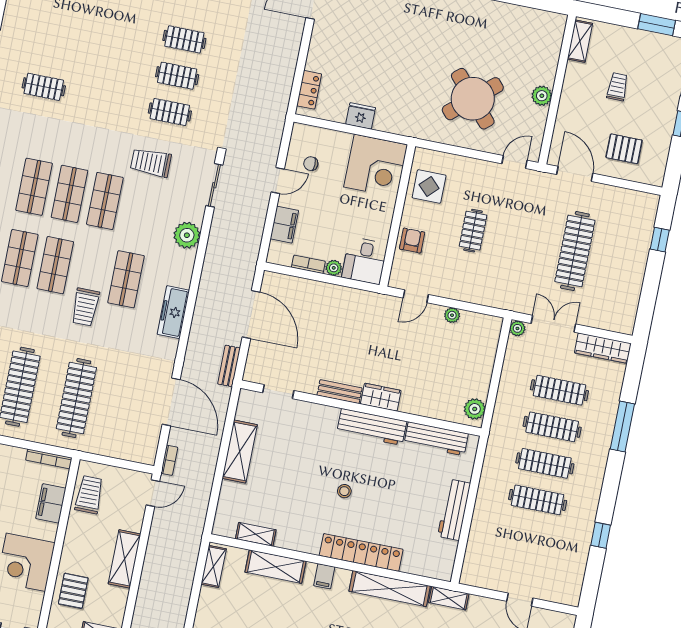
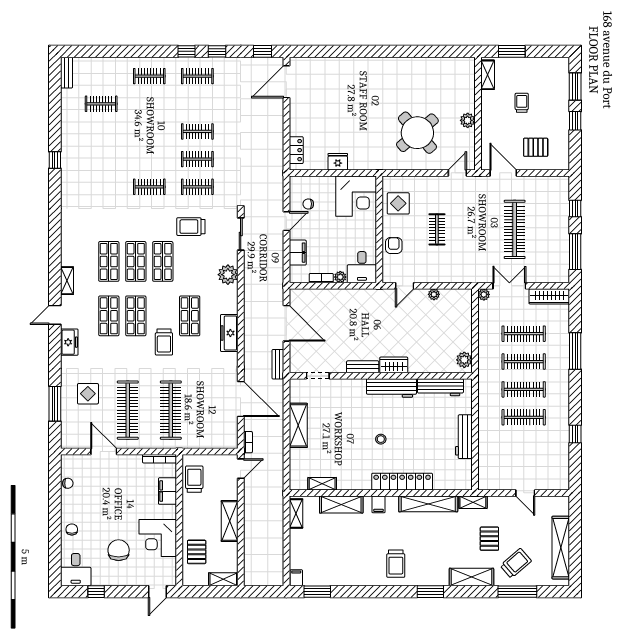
window: (657, 25) -> (512, 51), moved
clothes rail: (44, 87) -> (149, 187), moved
window: (648, 296) -> (575, 252), added

